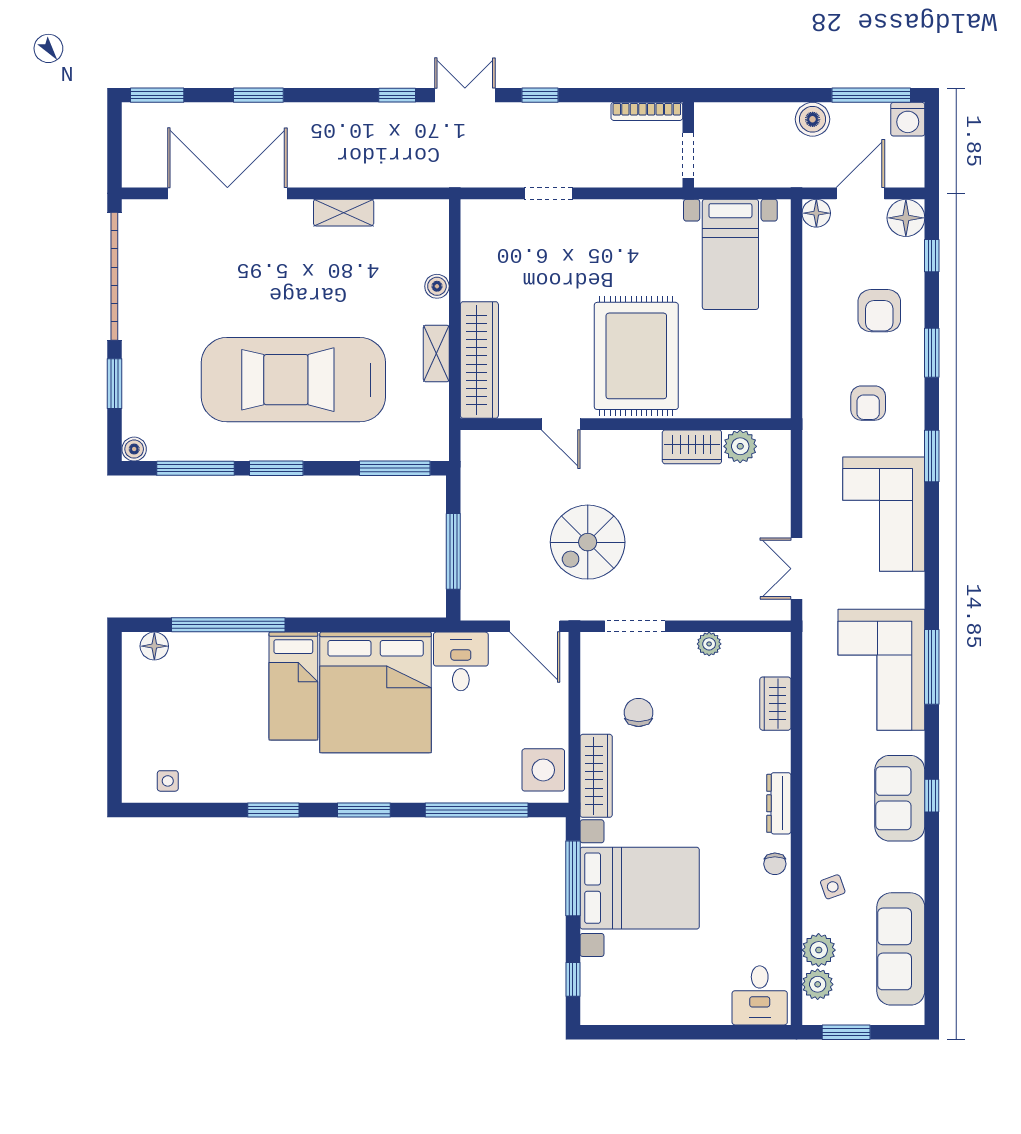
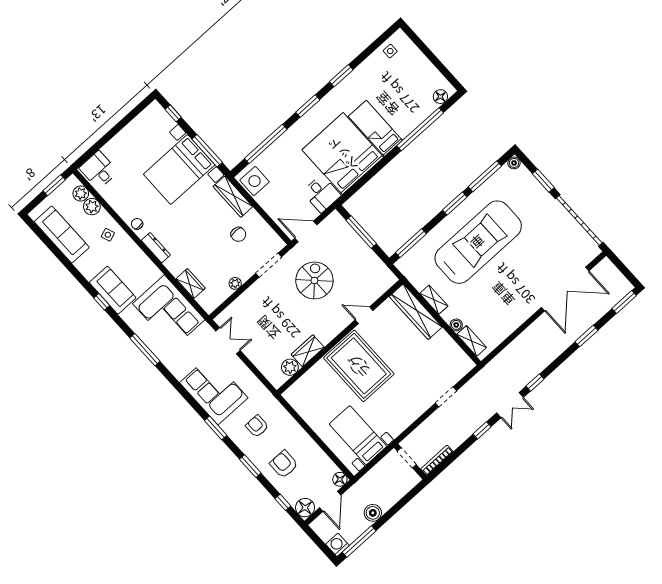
shelving: (344, 213) -> (472, 341), moved, turned 90
corner sofa: (881, 670) -> (169, 312), moved, turned 180

